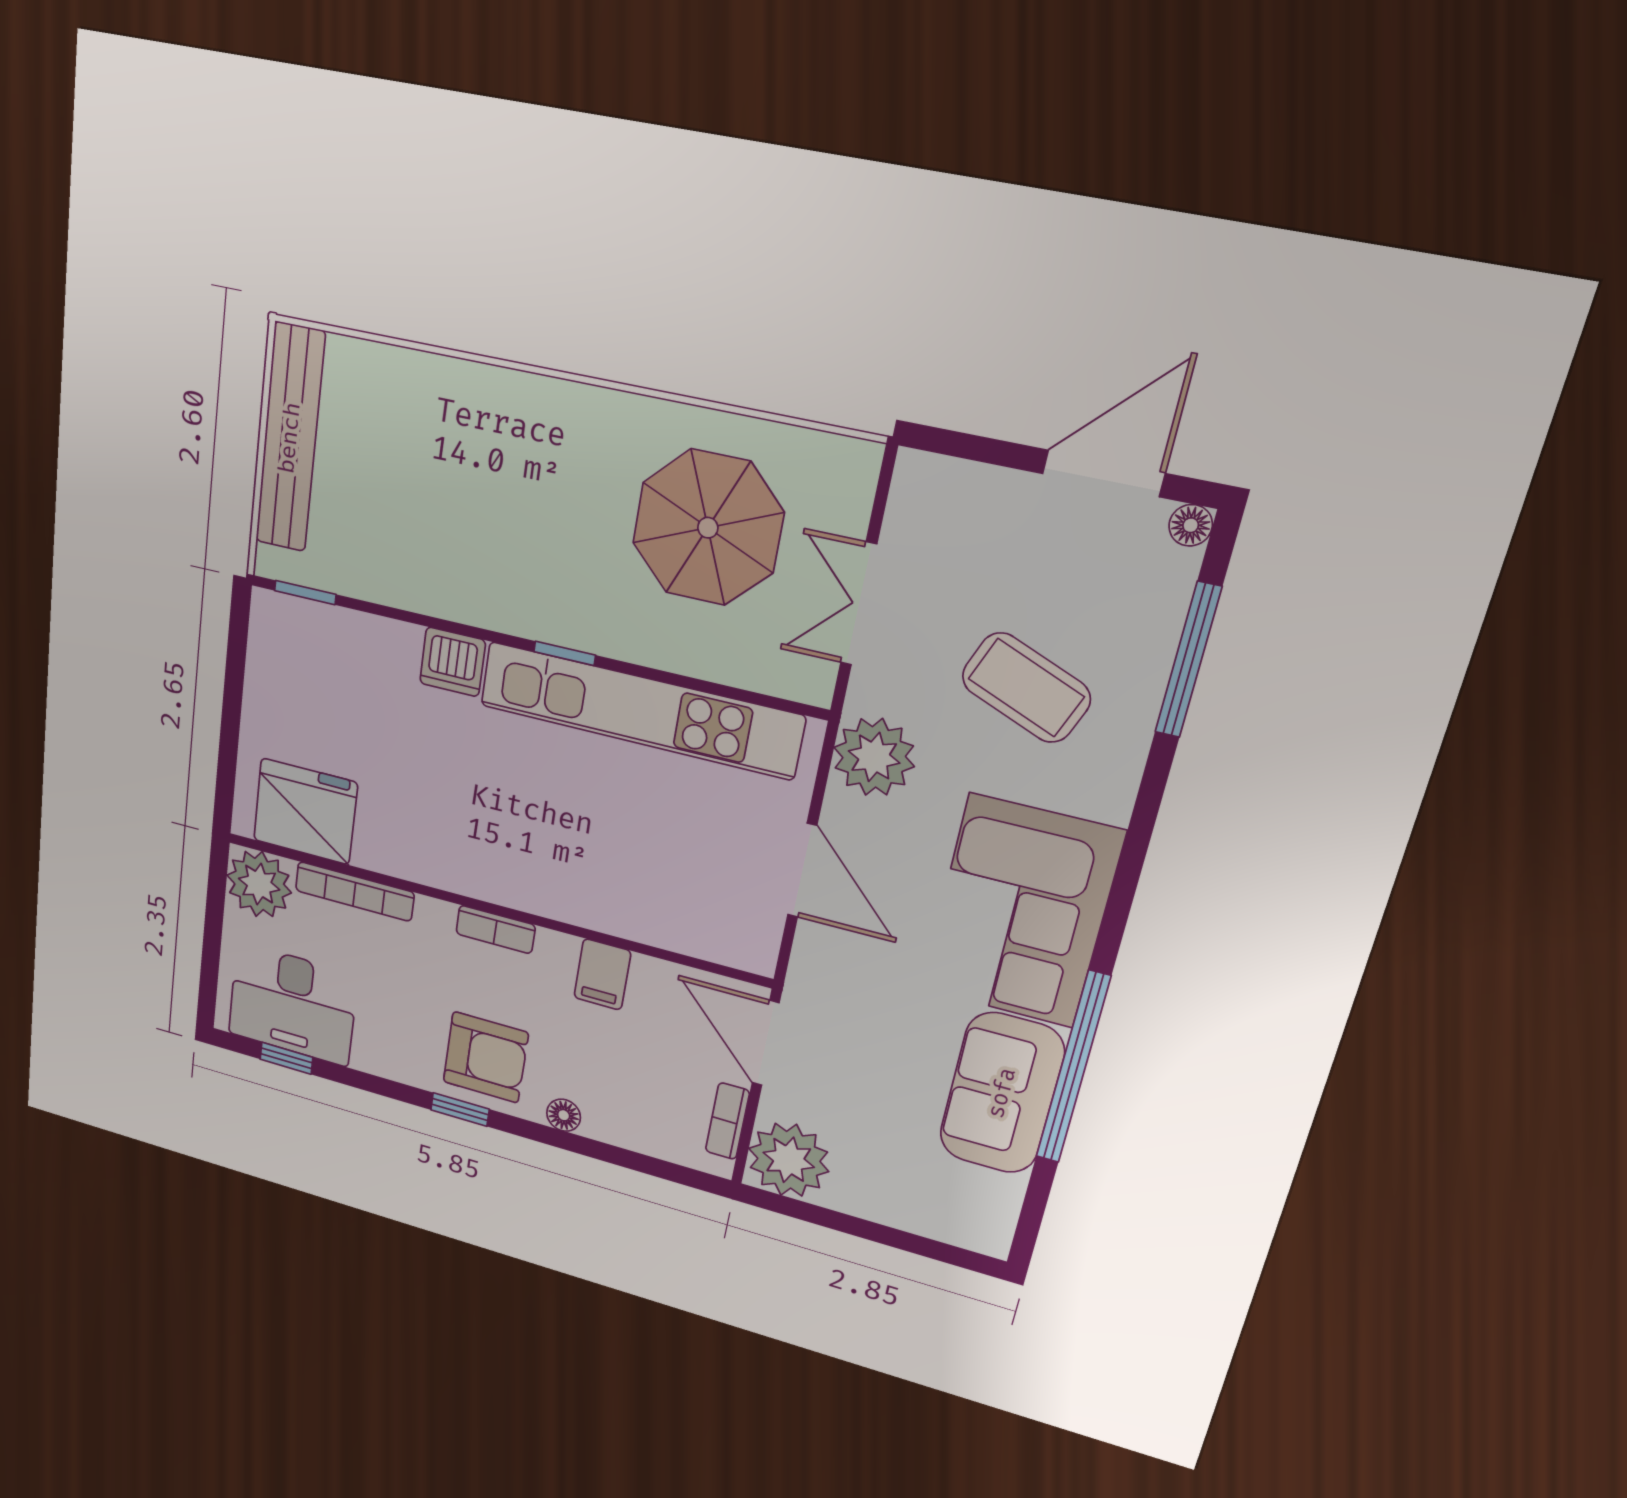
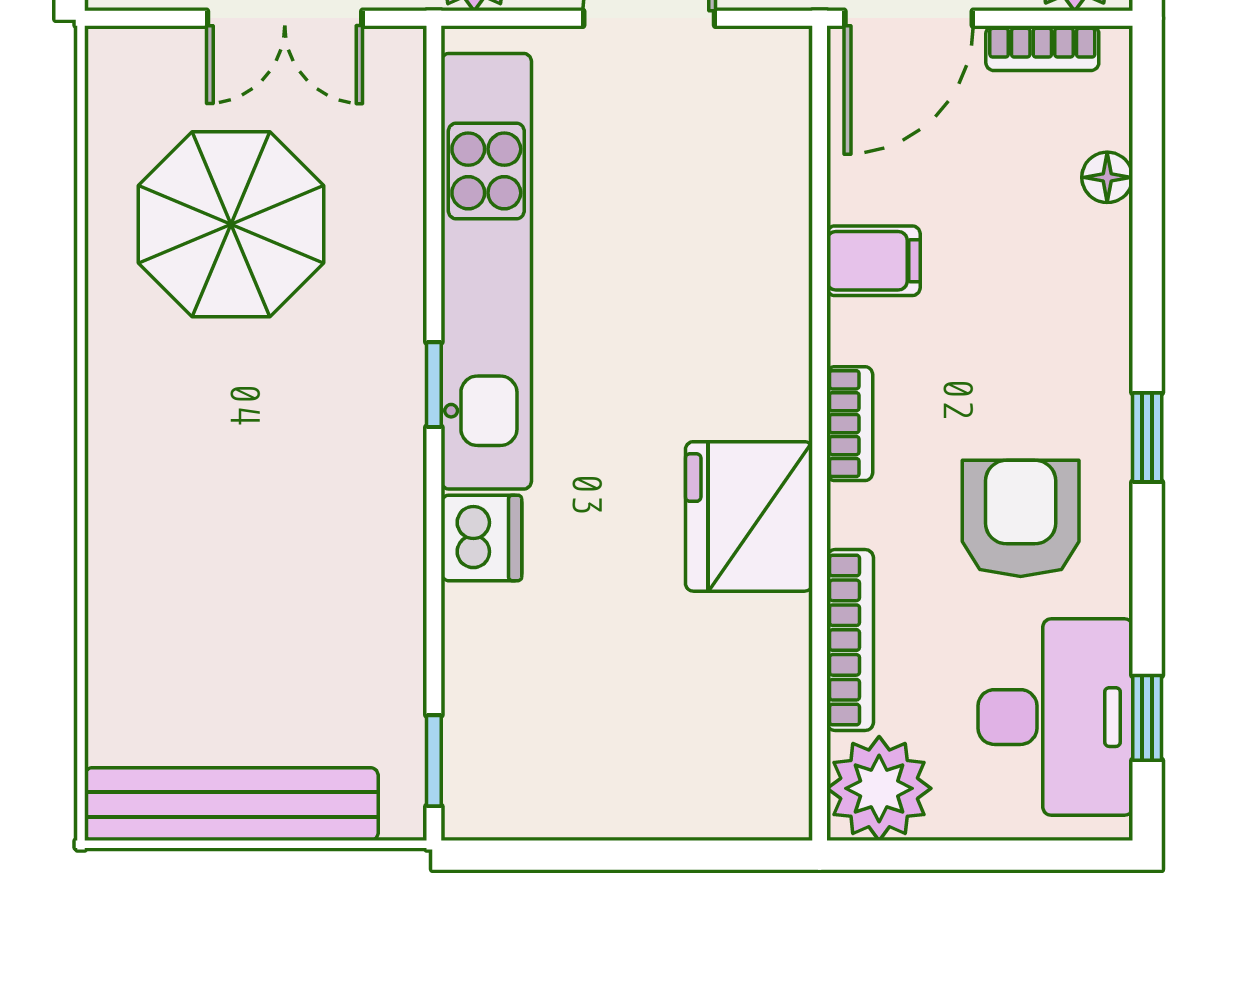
fridge: (305, 811) -> (749, 516), moved
armchair: (486, 1057) -> (1021, 518), moved
floor lamp: (564, 1115) -> (1107, 177), moved

